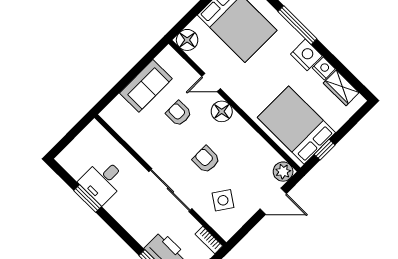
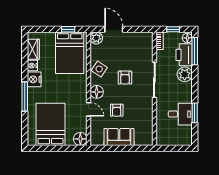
side table: (223, 200) -> (99, 69), moved
plant: (143, 231) -> (185, 74), added

